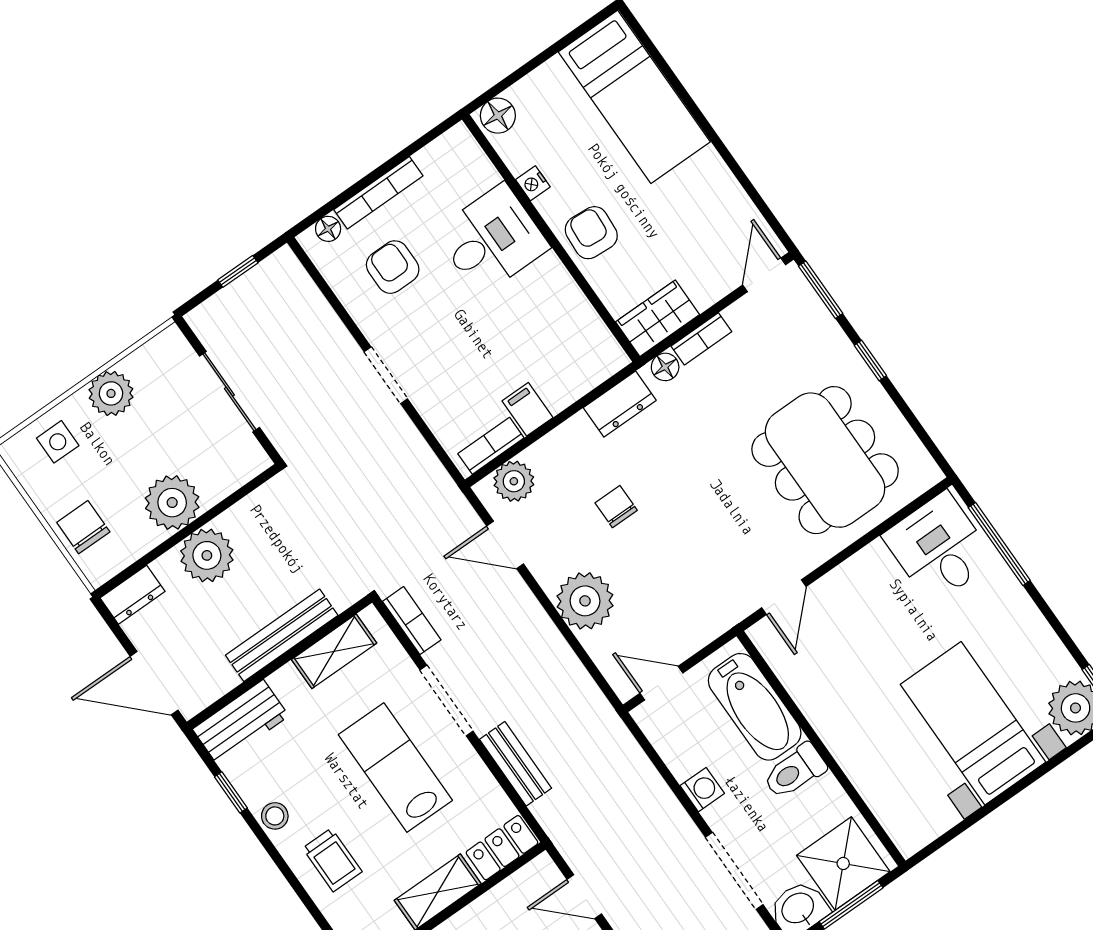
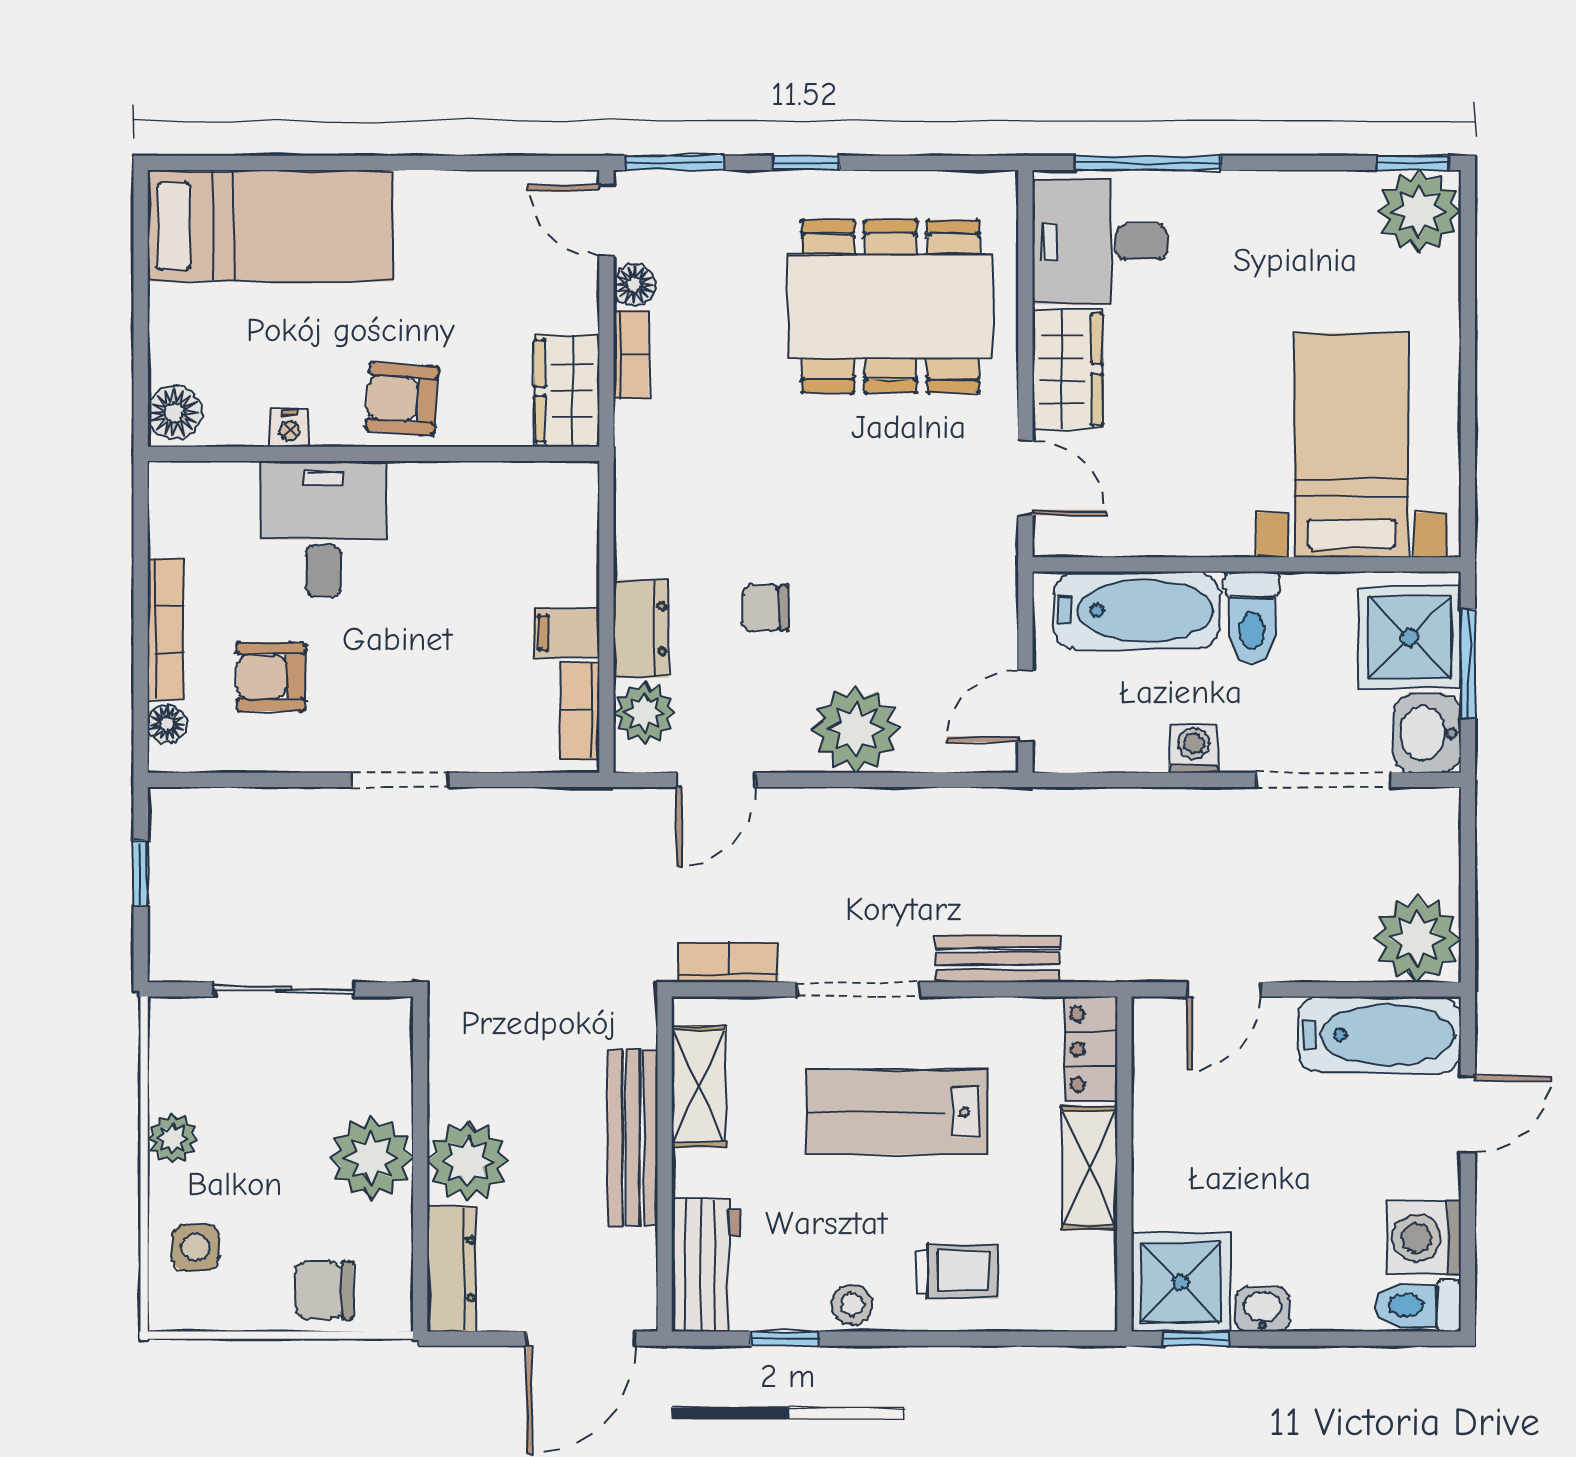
floor lamp: (665, 367) -> (634, 285), moved
plant: (111, 393) -> (172, 1139), width x0.73, depth x0.73
dresser: (620, 404) -> (641, 629), moved
wardrobe: (858, 579) -> (1067, 369), added
dresser: (133, 595) -> (452, 1269), width x1.44
bed with nightstands: (973, 723) -> (1351, 445), moved, turned 90

